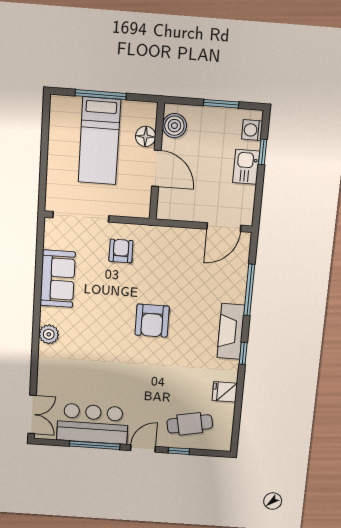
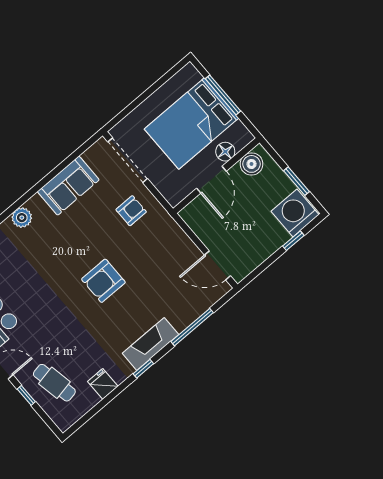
washing machine: (252, 130) -> (295, 213), width x1.89, depth x1.89
bed: (99, 141) -> (192, 123), width x1.50
kitchen sink: (246, 167) -> (273, 240), removed

